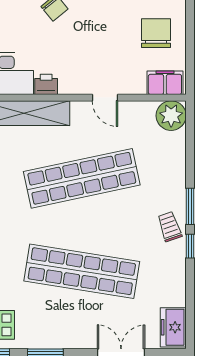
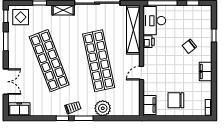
chair: (156, 33) -> (176, 100), turned 180
plant: (171, 116) -> (103, 108), moved
shop shelf: (82, 271) -> (49, 61), turned -30

